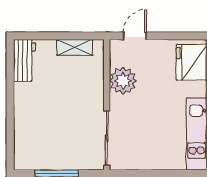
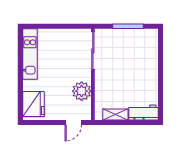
workbench: (24, 60) -> (143, 112), moved, turned 90

